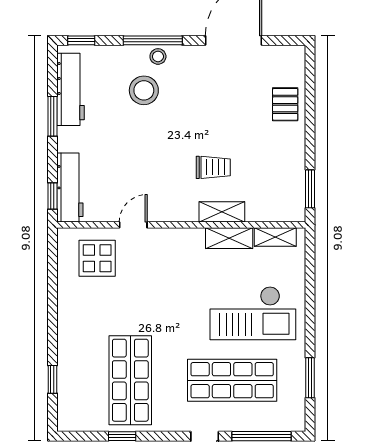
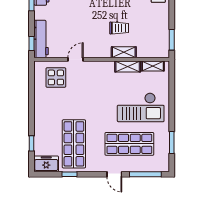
freezer: (79, 417) -> (46, 164), added

